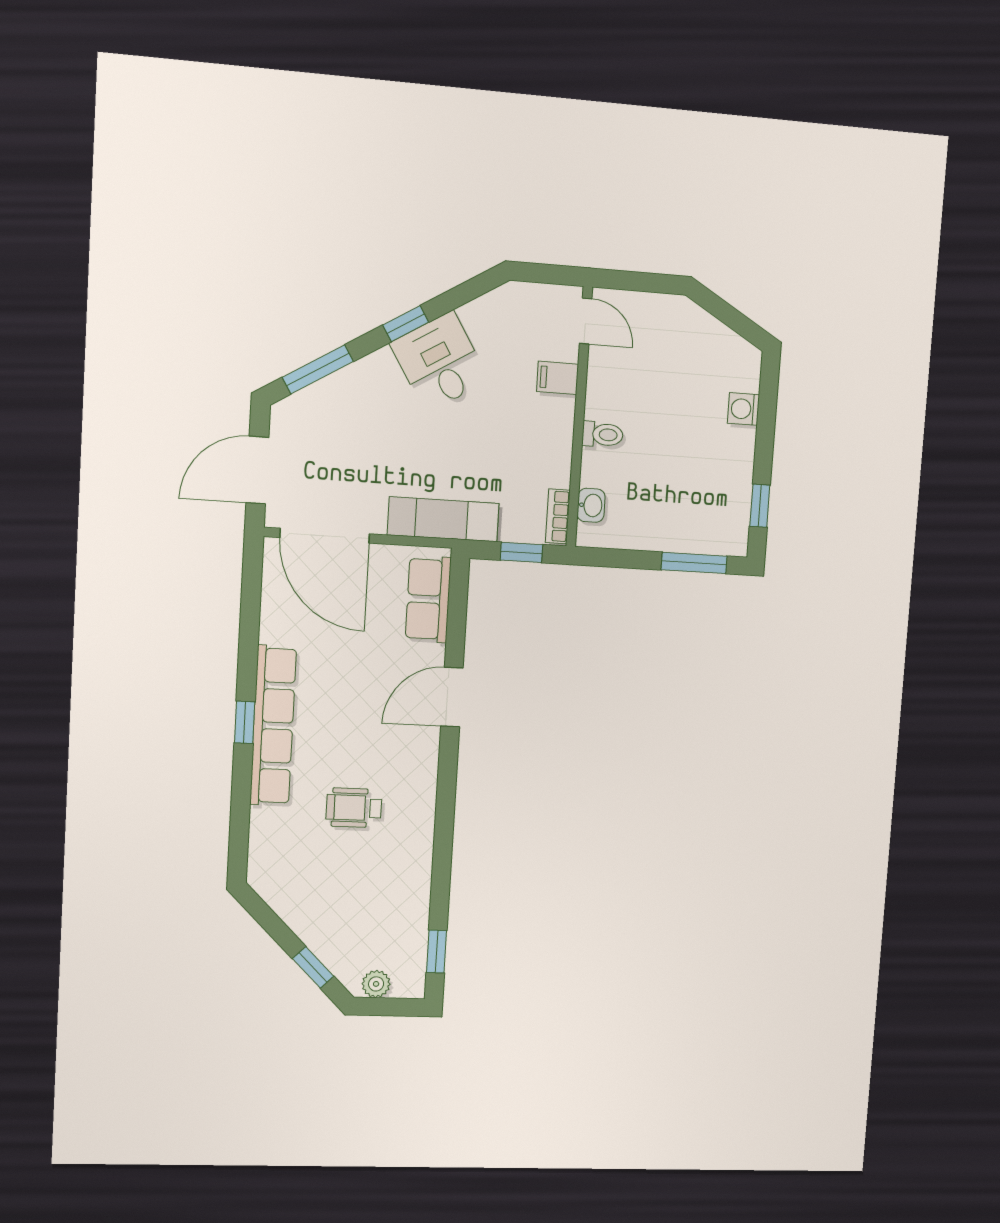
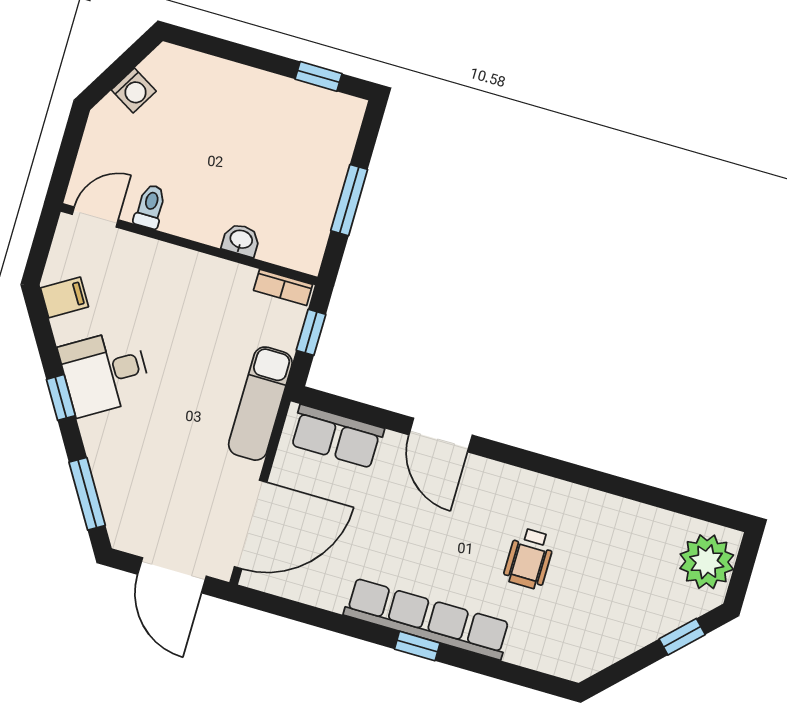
filing cabinet: (558, 378) -> (64, 297), moved, turned -121
washing machine: (743, 409) -> (134, 91), moved, turned -60
toilet: (603, 434) -> (150, 206), moved
washbasin: (591, 505) -> (241, 240), moved
window: (694, 563) -> (349, 200), moved
window: (437, 952) -> (698, 509), removed
plant: (376, 984) -> (707, 562), width x1.87, depth x1.87

